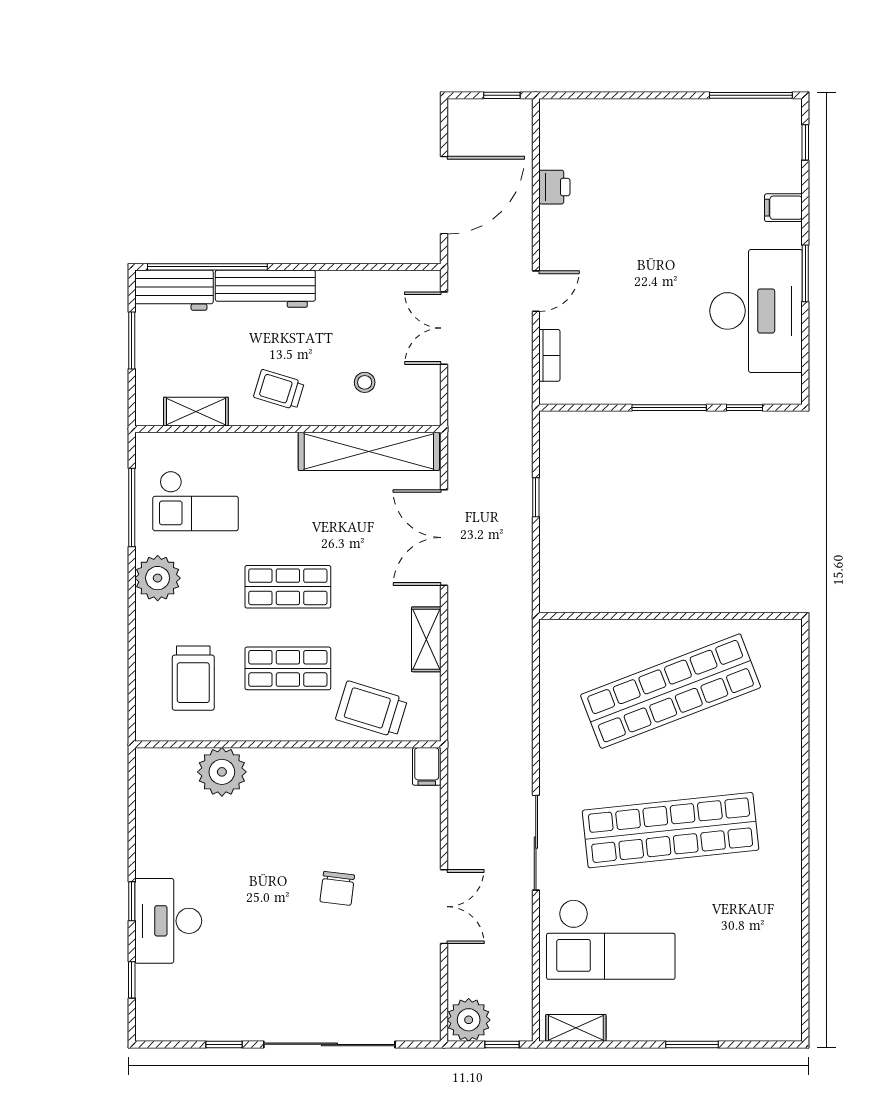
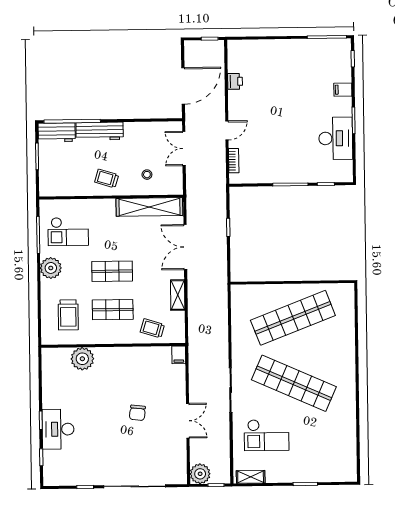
desk: (756, 311) -> (336, 138), width x0.73, depth x0.77
shelving: (196, 412) -> (68, 189), removed
trolley: (372, 709) -> (152, 328), width x0.73, depth x0.72
shop shelf: (671, 830) -> (294, 383), turned 30
checkout: (611, 939) -> (266, 435), width x0.73, depth x0.83

